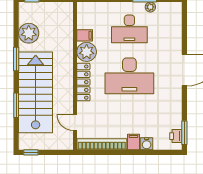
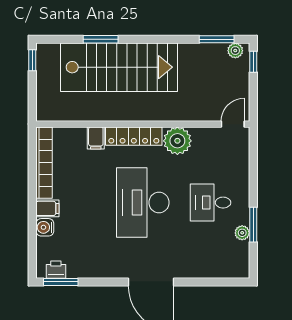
desk: (129, 29) -> (211, 203), width x0.73
plant: (29, 33) -> (235, 51), moved, width x0.53, depth x0.53
filing cabinet: (85, 35) -> (96, 138), moved
window: (16, 59) -> (217, 39), moved
door: (75, 122) -> (233, 124), moved

